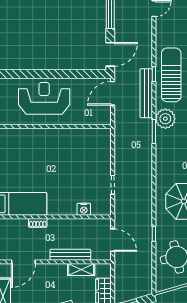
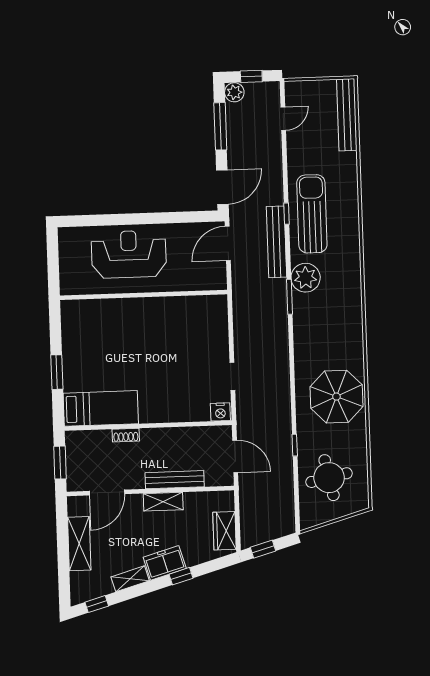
nightstand: (84, 209) -> (220, 412), moved
shelving: (81, 270) -> (163, 502), moved

